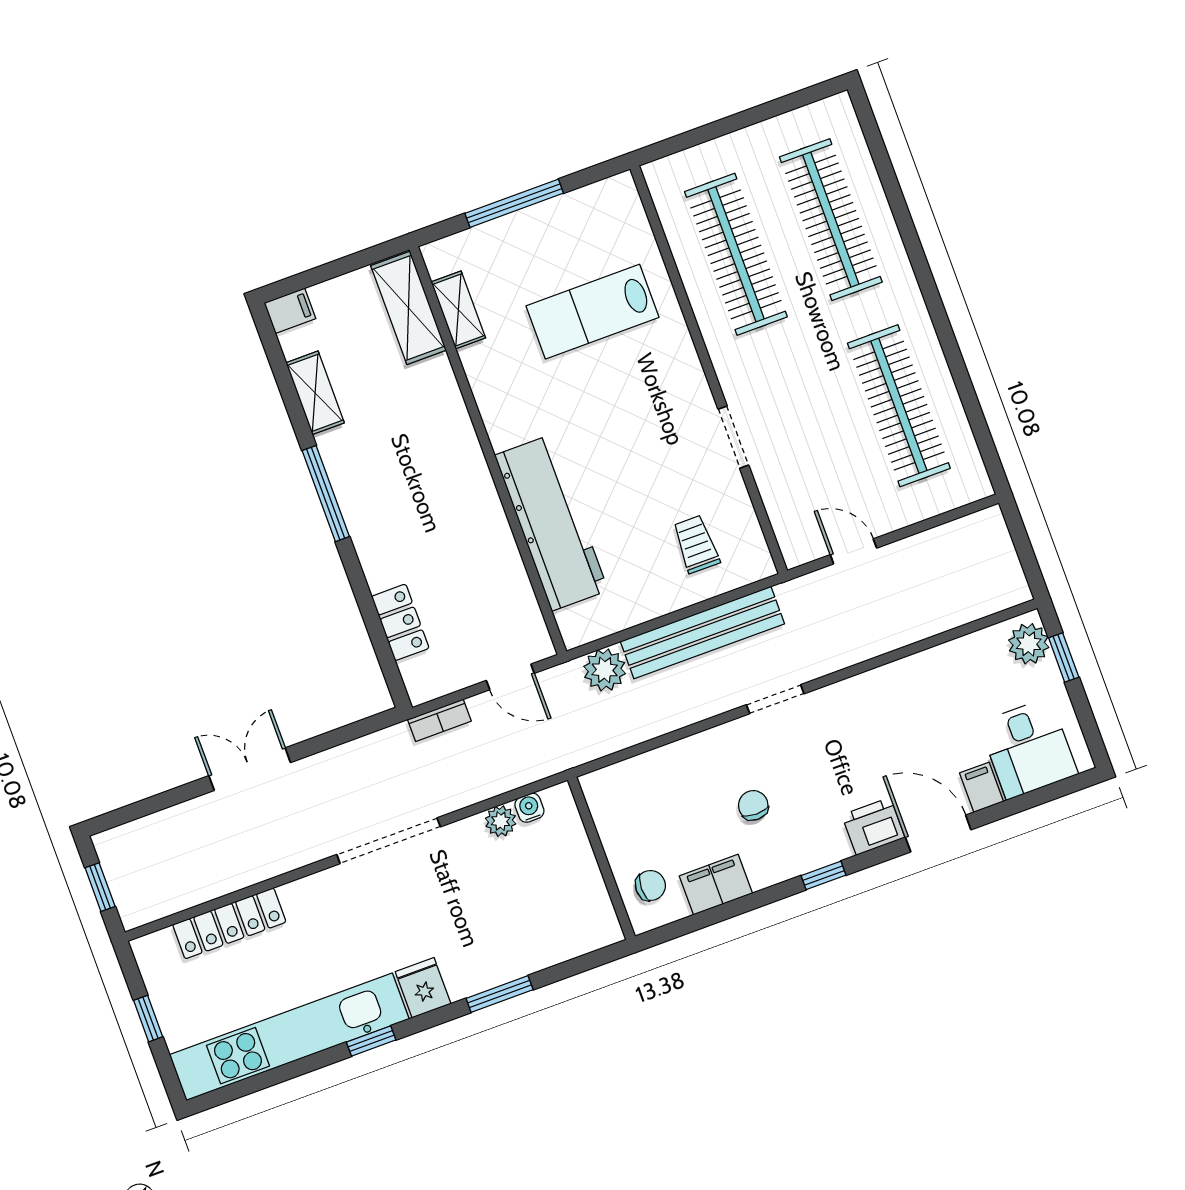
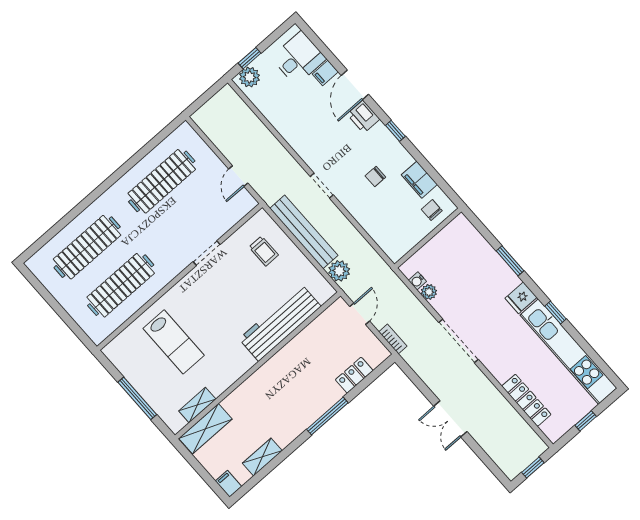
window: (326, 494) -> (327, 416), moved
trolley: (696, 544) -> (264, 251), turned -90

